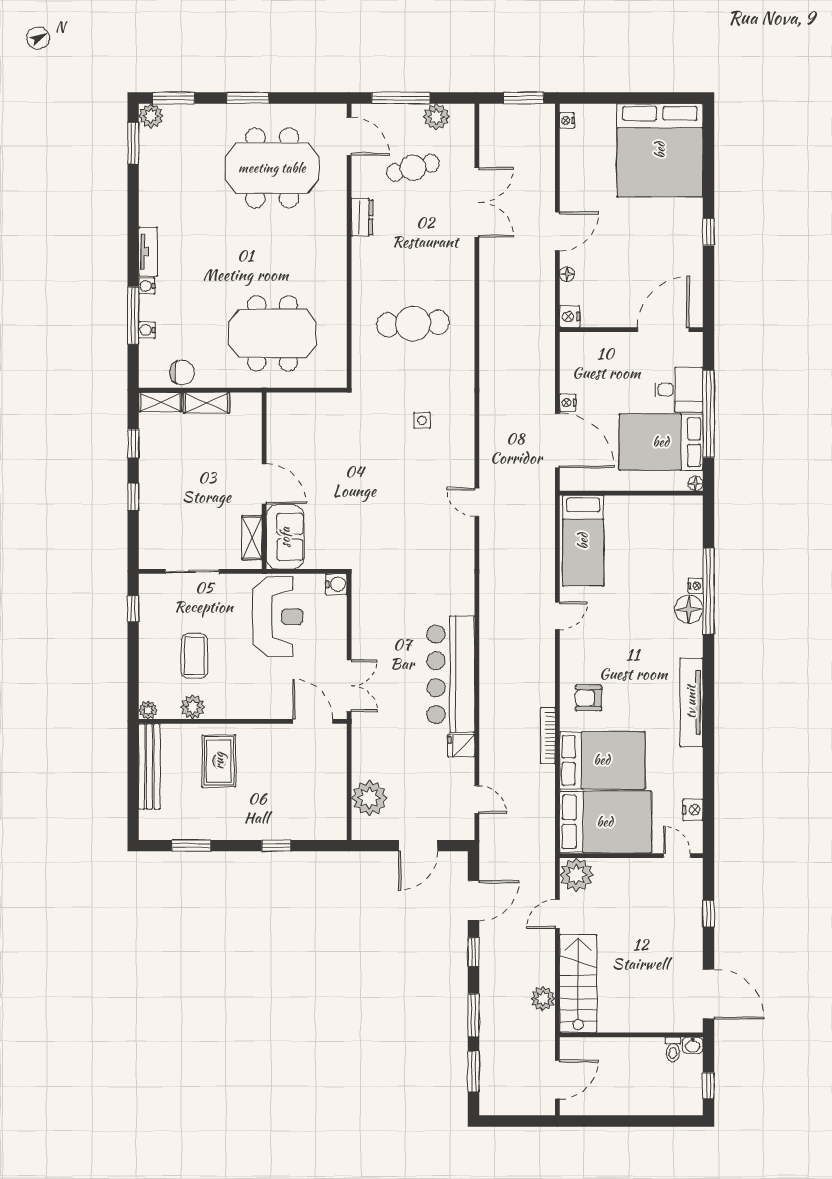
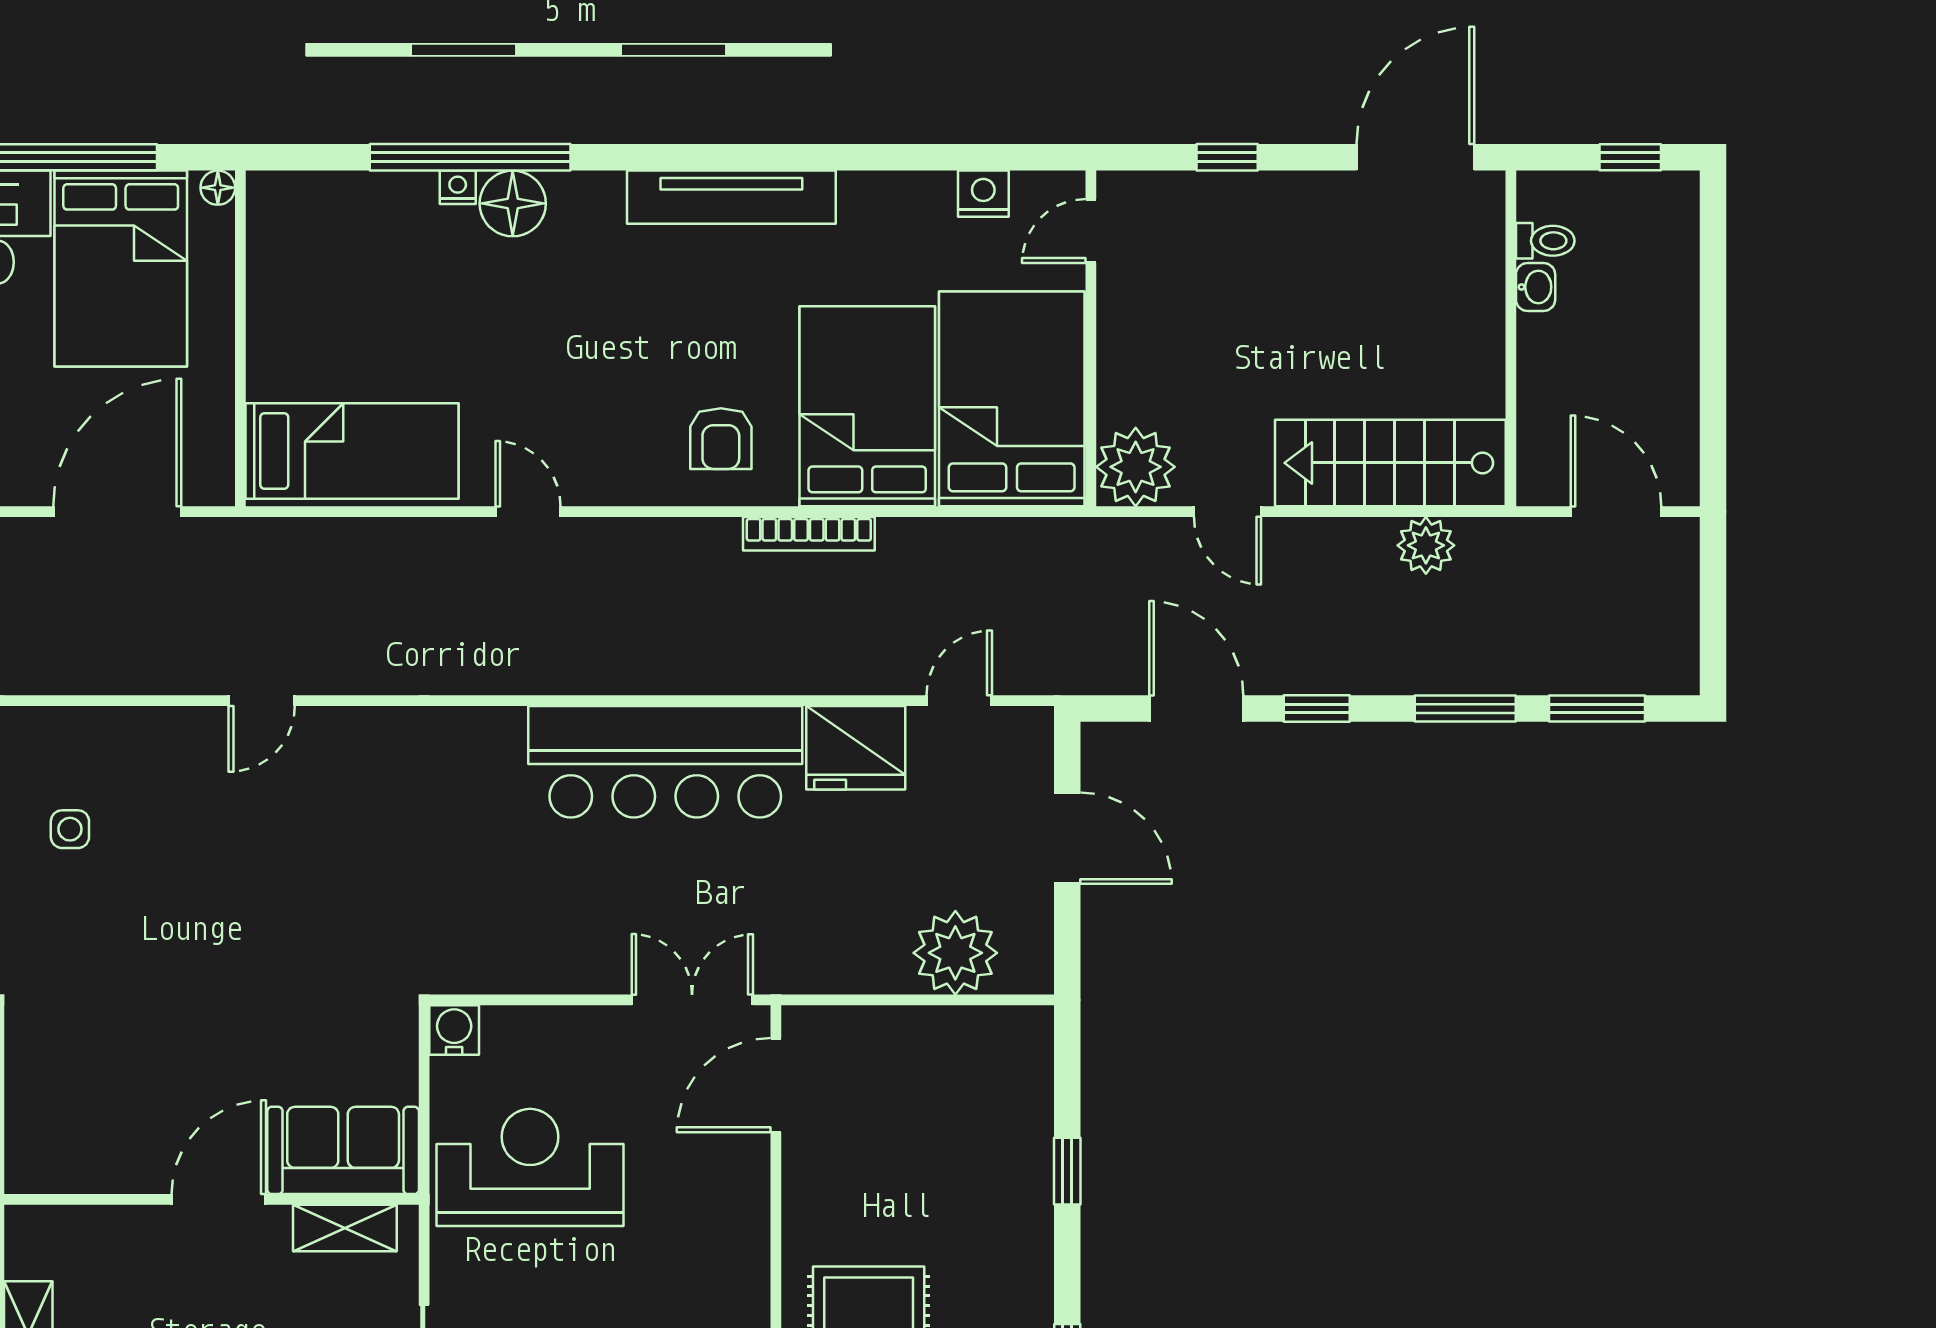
nightstand: (568, 403) -> (28, 488), removed
fridge: (461, 746) -> (856, 748), width x1.88, depth x1.34
washbasin: (693, 1045) -> (1536, 287), moved

